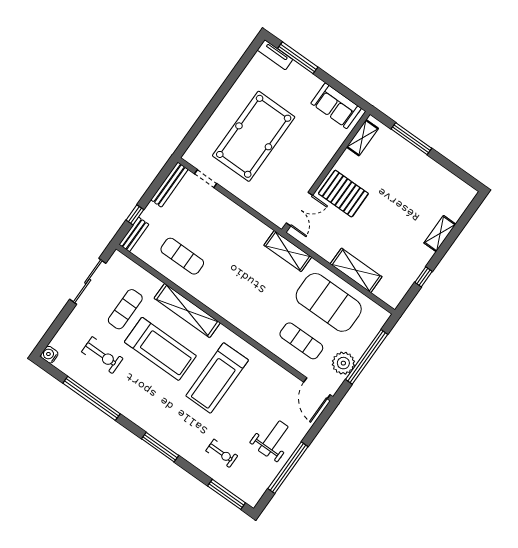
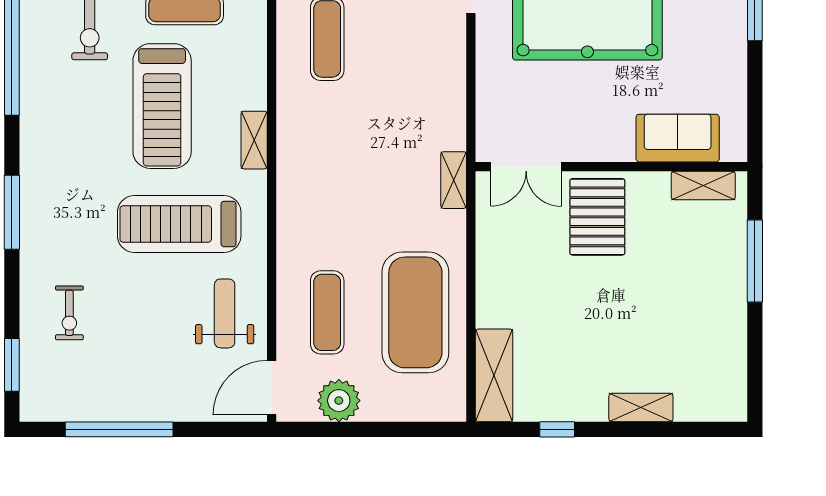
sofa: (336, 106) -> (678, 138), moved, turned 90
shelving: (288, 251) -> (454, 180), width x0.67, depth x0.75
shelving: (356, 270) -> (494, 375), moved
shelving: (187, 310) -> (254, 140), width x0.45, depth x0.75
window: (367, 357) -> (373, 429), removed
weight bench: (273, 439) -> (225, 313), moved, turned -90
window: (227, 494) -> (12, 365), width x0.69

